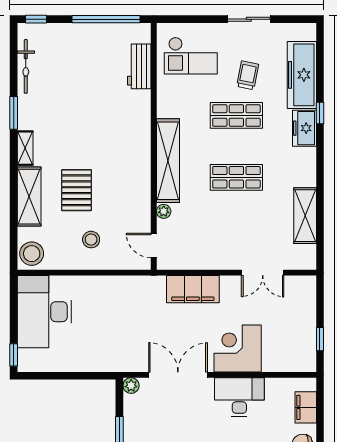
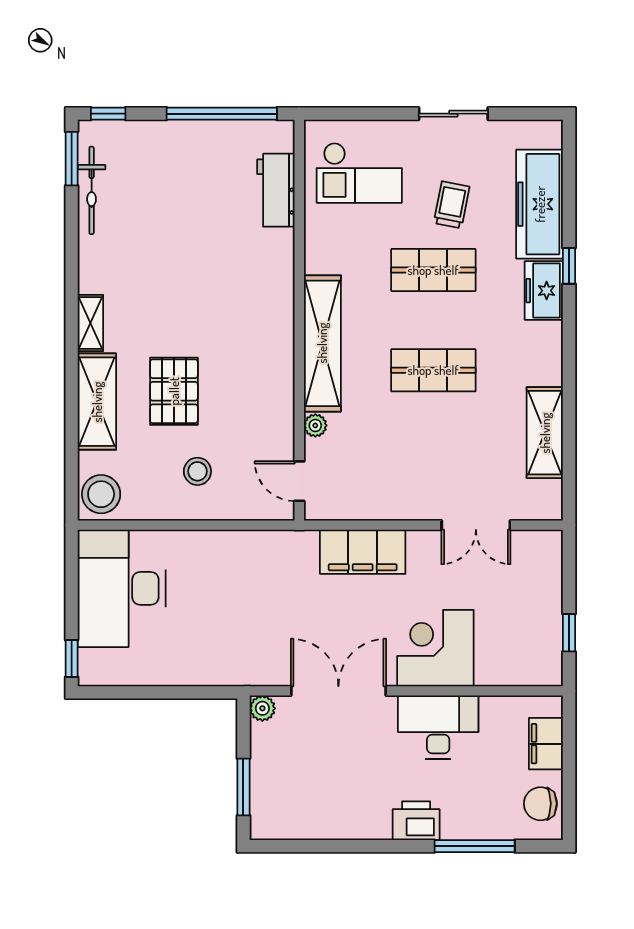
window: (14, 113) -> (72, 159), moved

